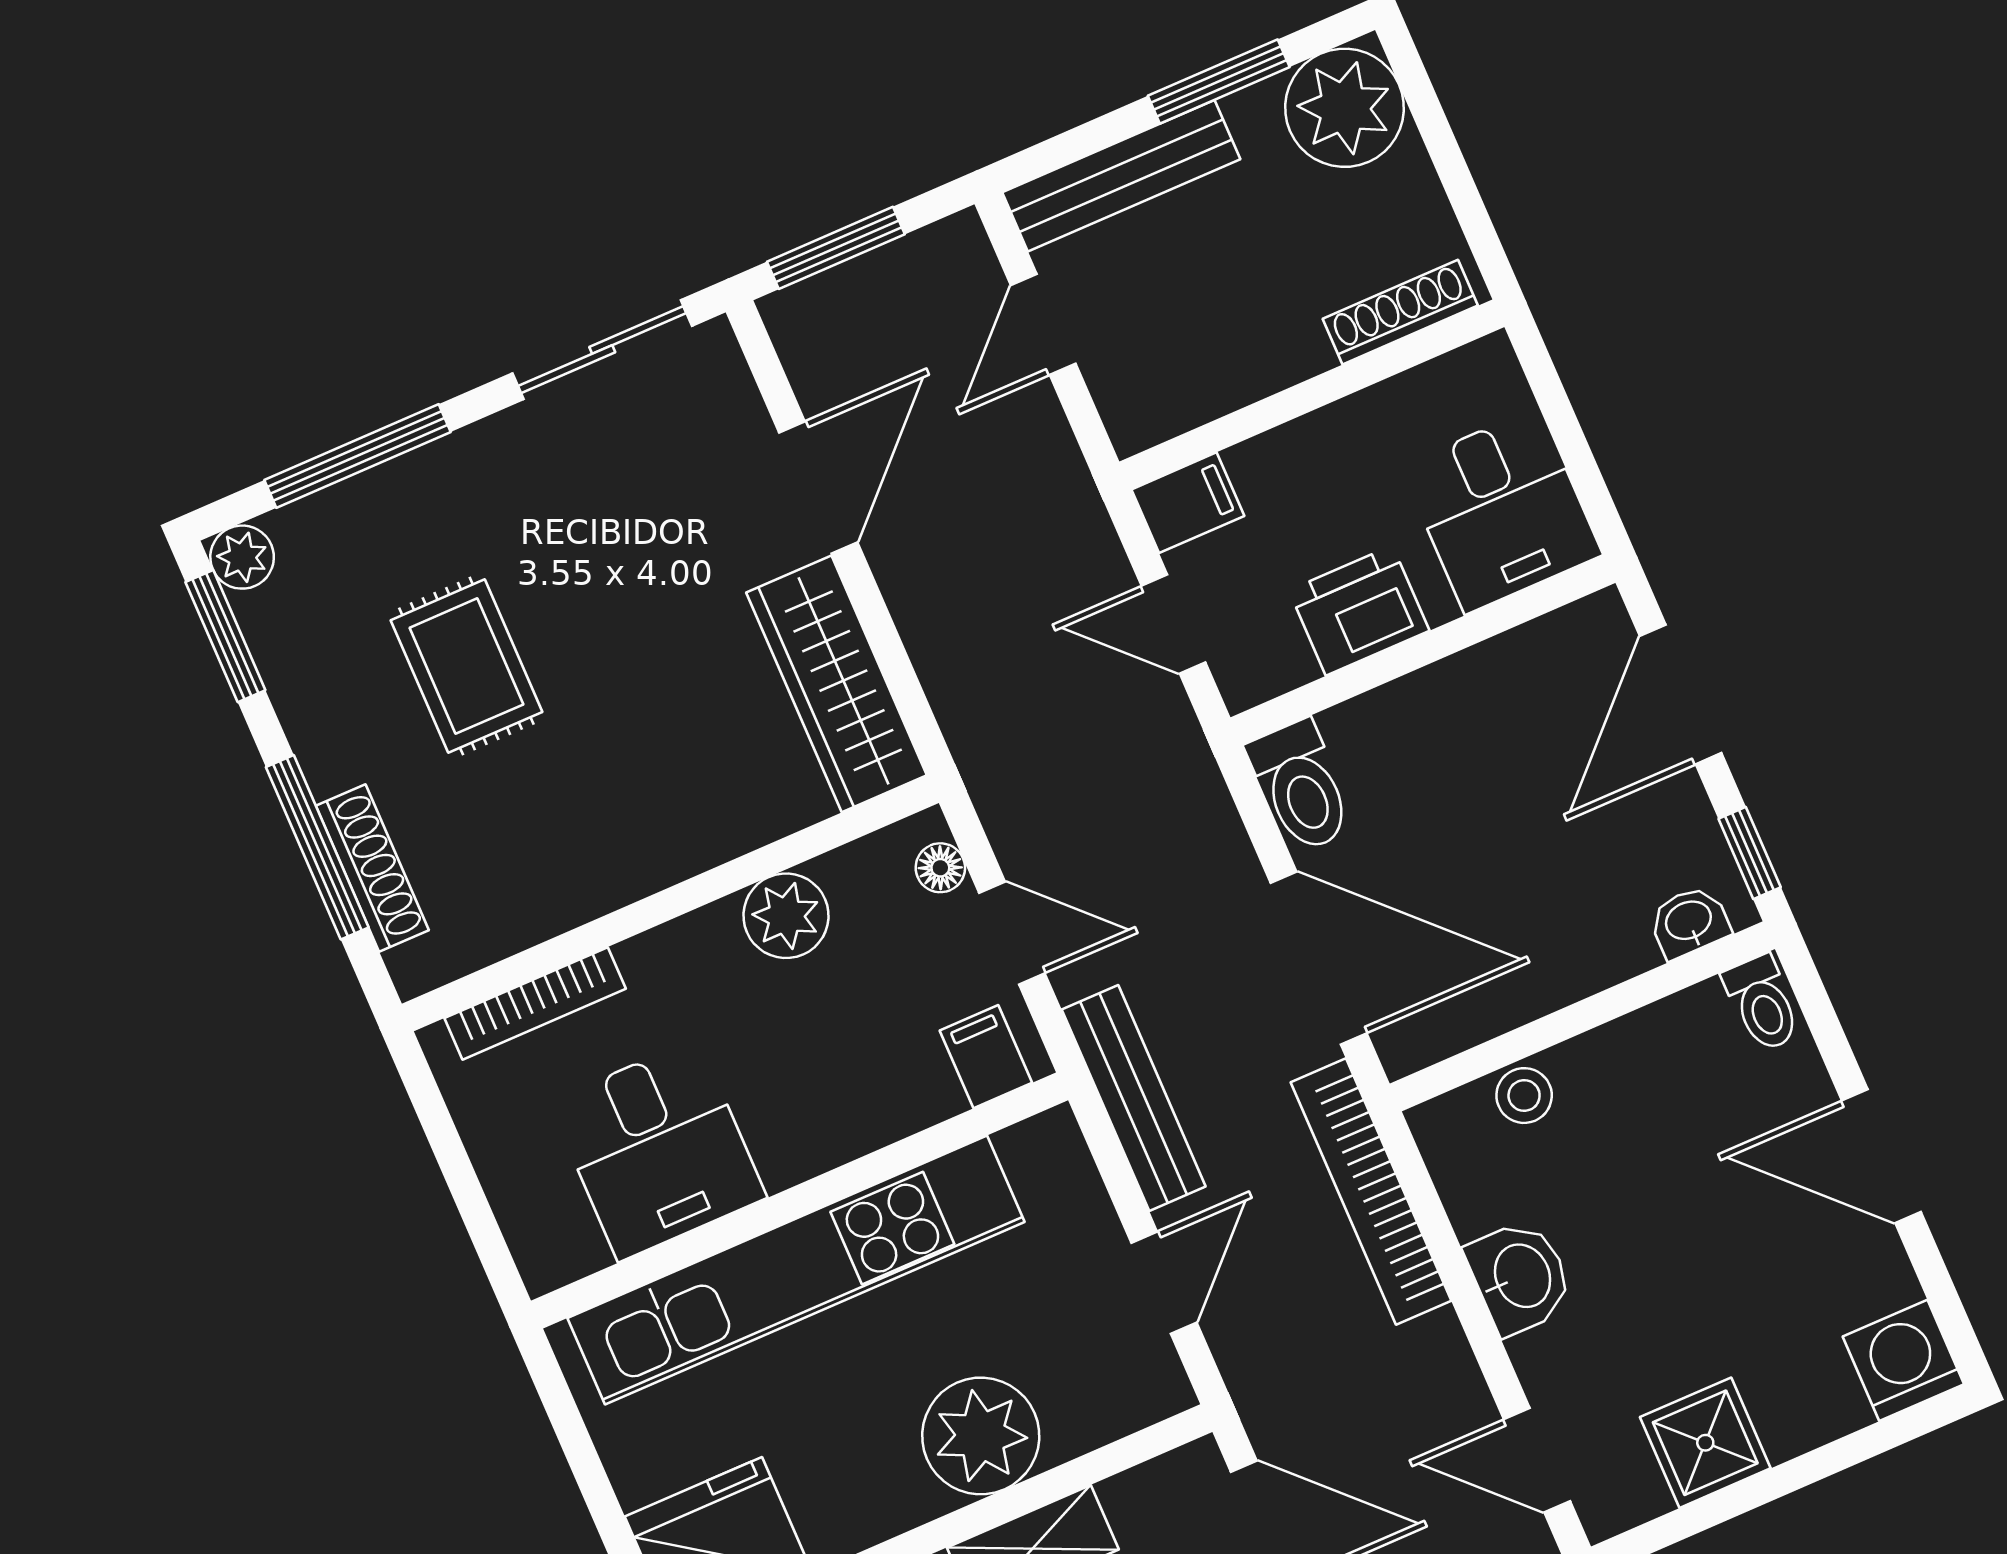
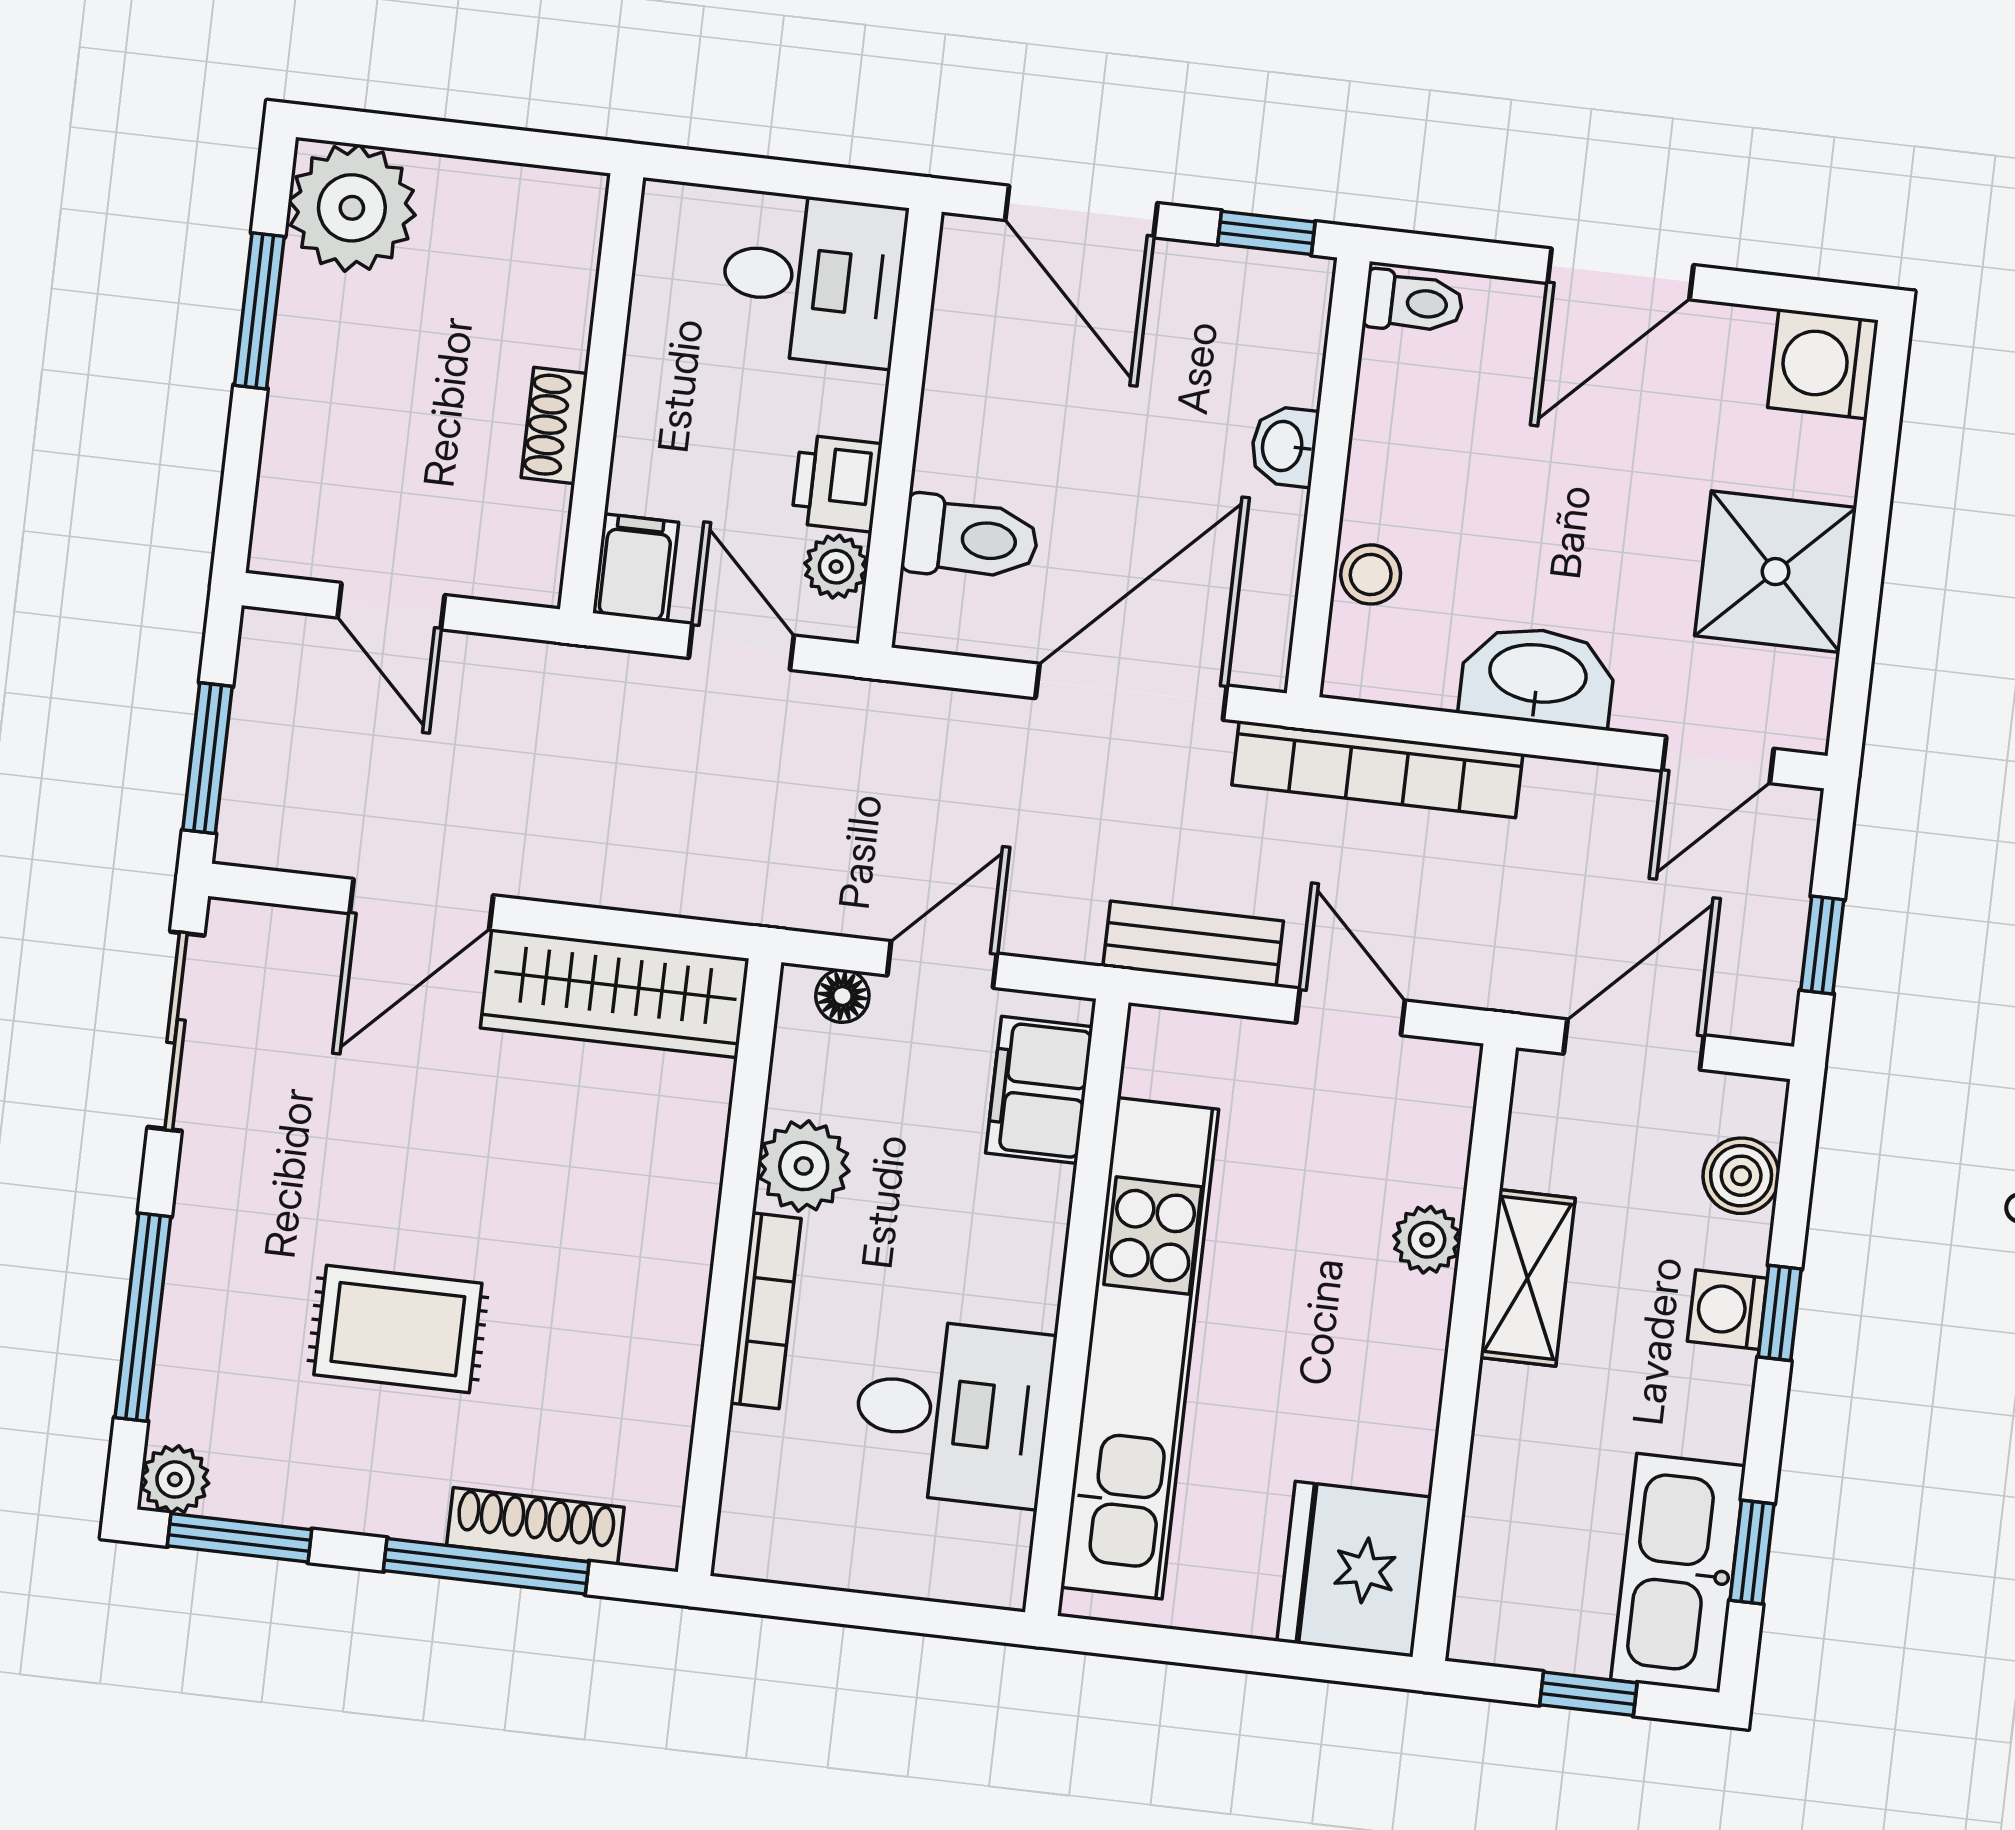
bench: (1121, 176) -> (294, 453), removed
shoe rack: (1400, 312) -> (554, 425), moved, width x0.70
door: (818, 487) -> (421, 904), swing flipped
printer: (1359, 610) -> (837, 483), width x0.73, depth x0.81
door: (1173, 624) -> (741, 647), swing flipped
plant: (1282, 663) -> (836, 567), added
toilet: (1301, 786) -> (970, 539), moved
washbasin: (1689, 922) -> (1284, 446), moved
bookcase: (535, 1003) -> (766, 1311), moved
filing cabinet: (986, 1057) -> (1039, 1090), width x2.00
bench: (1134, 1098) -> (1193, 944), width x0.73
washbasin: (1520, 1277) -> (1538, 676), width x1.38
plant: (981, 1436) -> (1427, 1240), width x0.53, depth x0.53
shower: (1705, 1443) -> (1776, 572), width x1.36, depth x1.36

